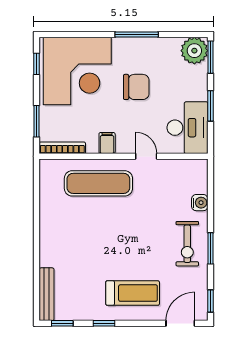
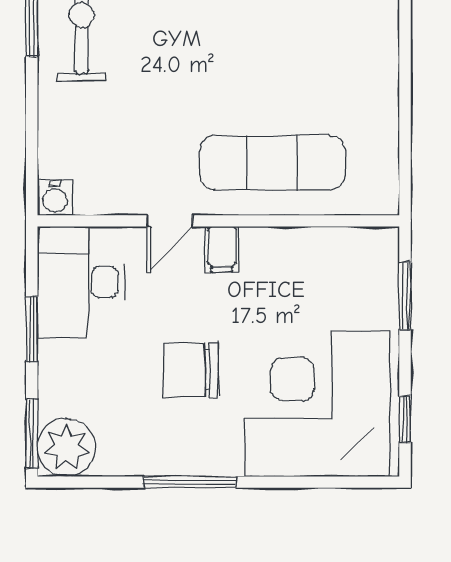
filing cabinet: (107, 143) -> (222, 249), moved
bookcase: (62, 148) -> (350, 239), removed
door: (146, 156) -> (170, 221), hinge flipped
water cooler: (200, 203) -> (55, 198), moved, turned -90

